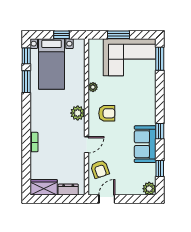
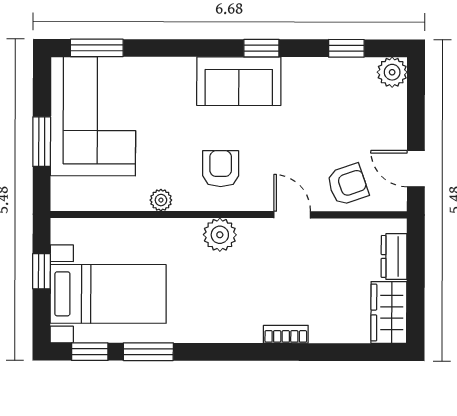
sofa: (145, 144) -> (239, 81), moved

